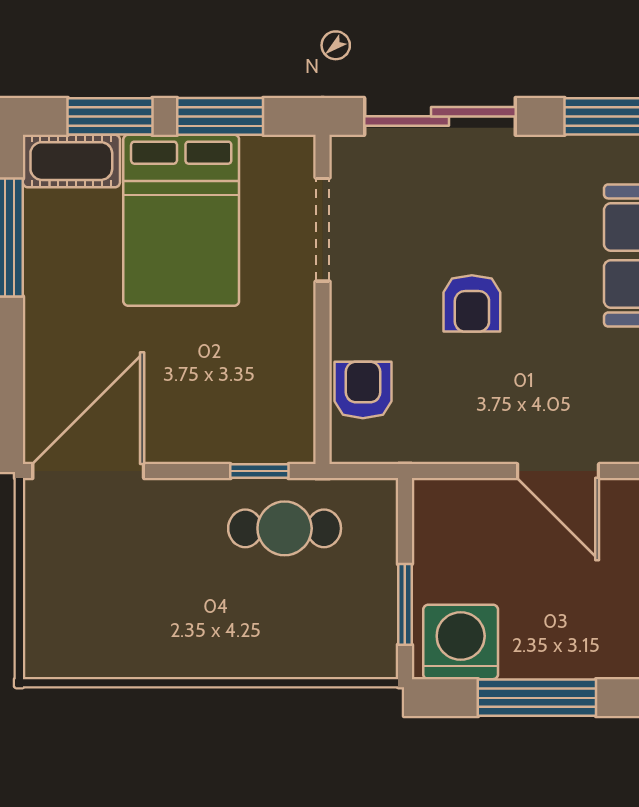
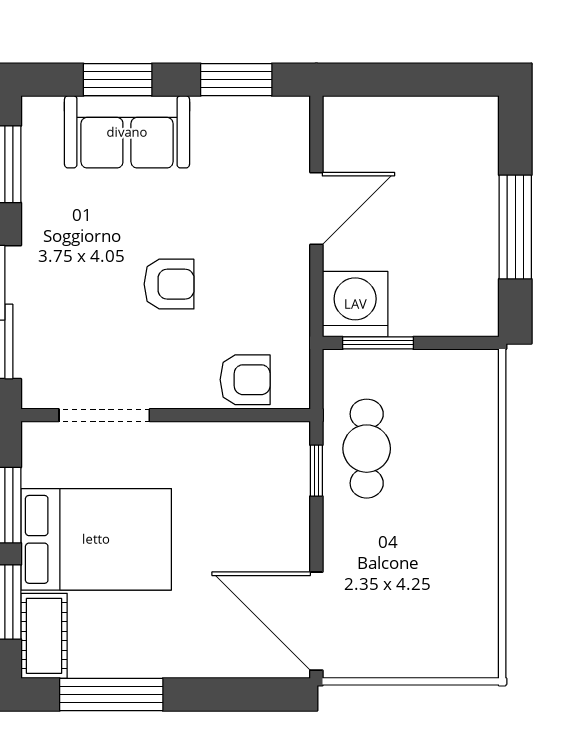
armchair: (363, 390) -> (245, 380), turned 180
window: (405, 604) -> (378, 343), moved
washing machine: (461, 642) -> (355, 304), moved, turned 90

